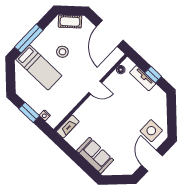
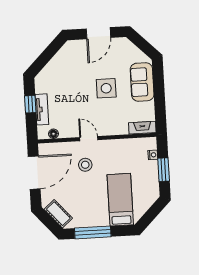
window: (29, 39) -> (93, 232), moved
stool: (62, 52) -> (85, 165), moved
side table: (151, 131) -> (106, 88), moved

